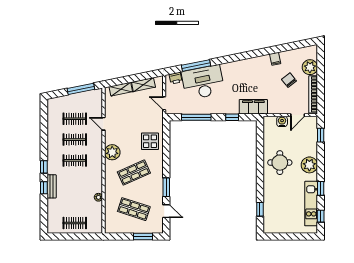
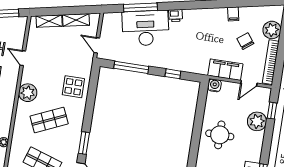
printer: (176, 78) -> (176, 16), moved
filing cabinet: (253, 107) -> (225, 70), moved
water cooler: (282, 121) -> (215, 85), moved
plant: (309, 165) -> (257, 121), moved

